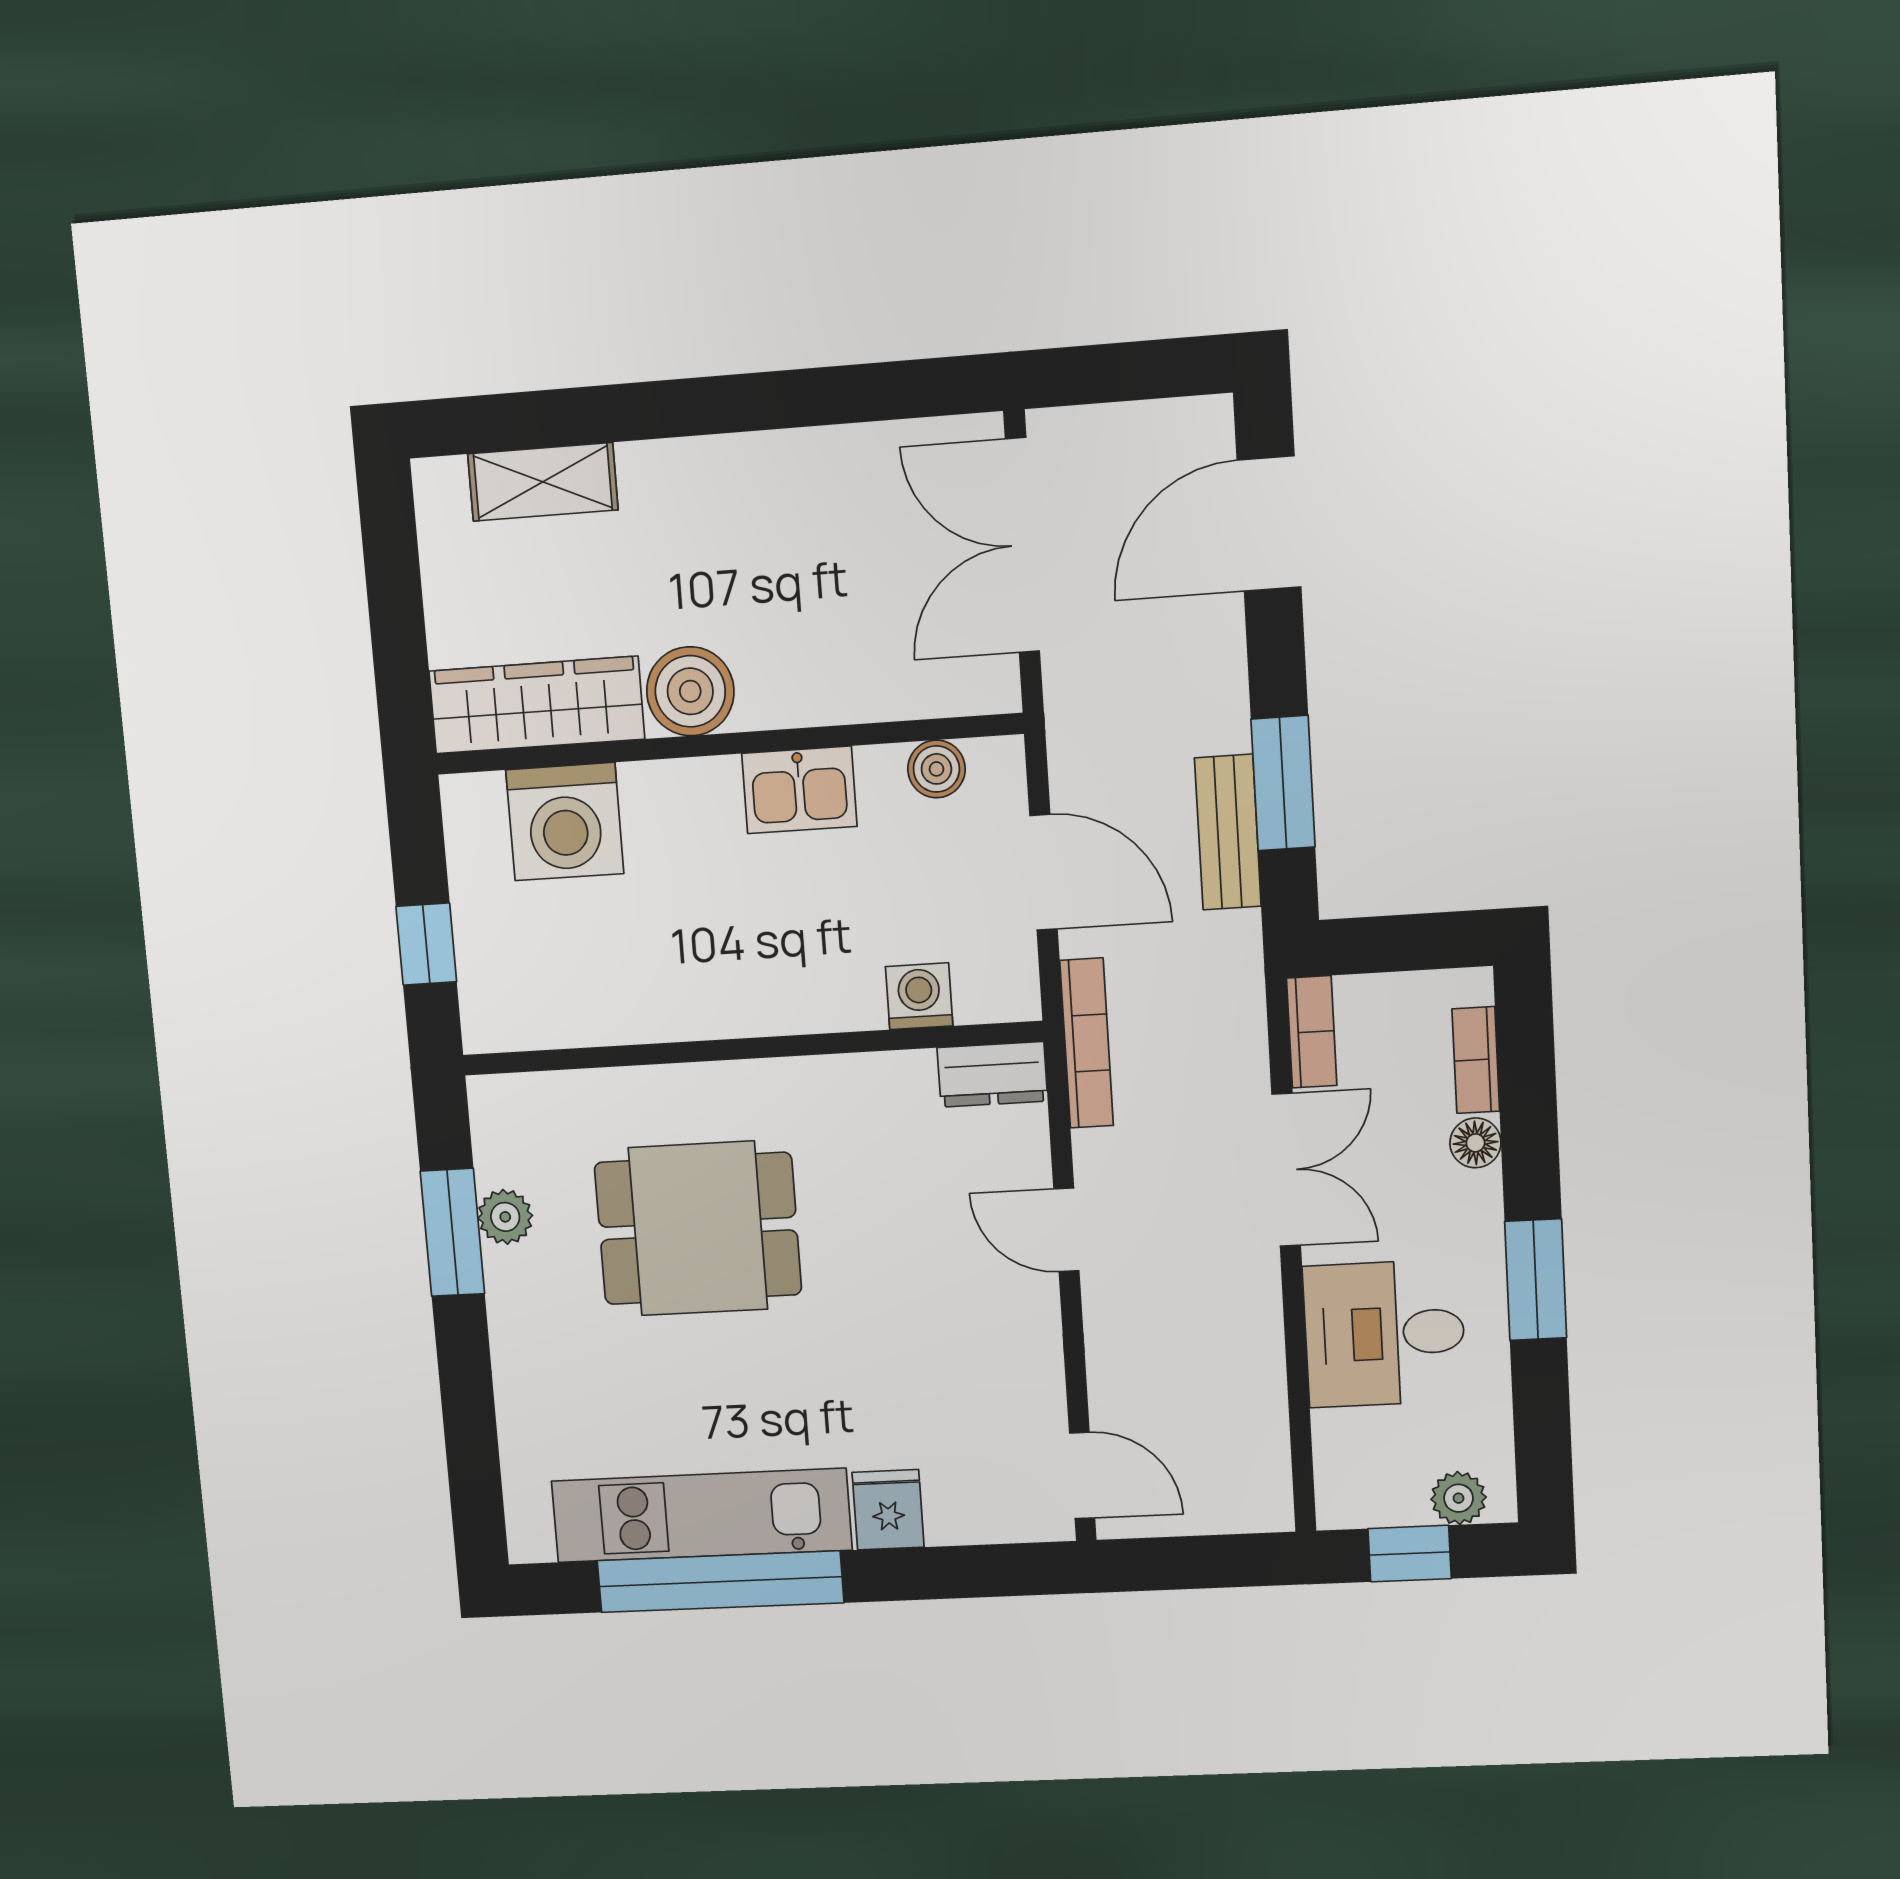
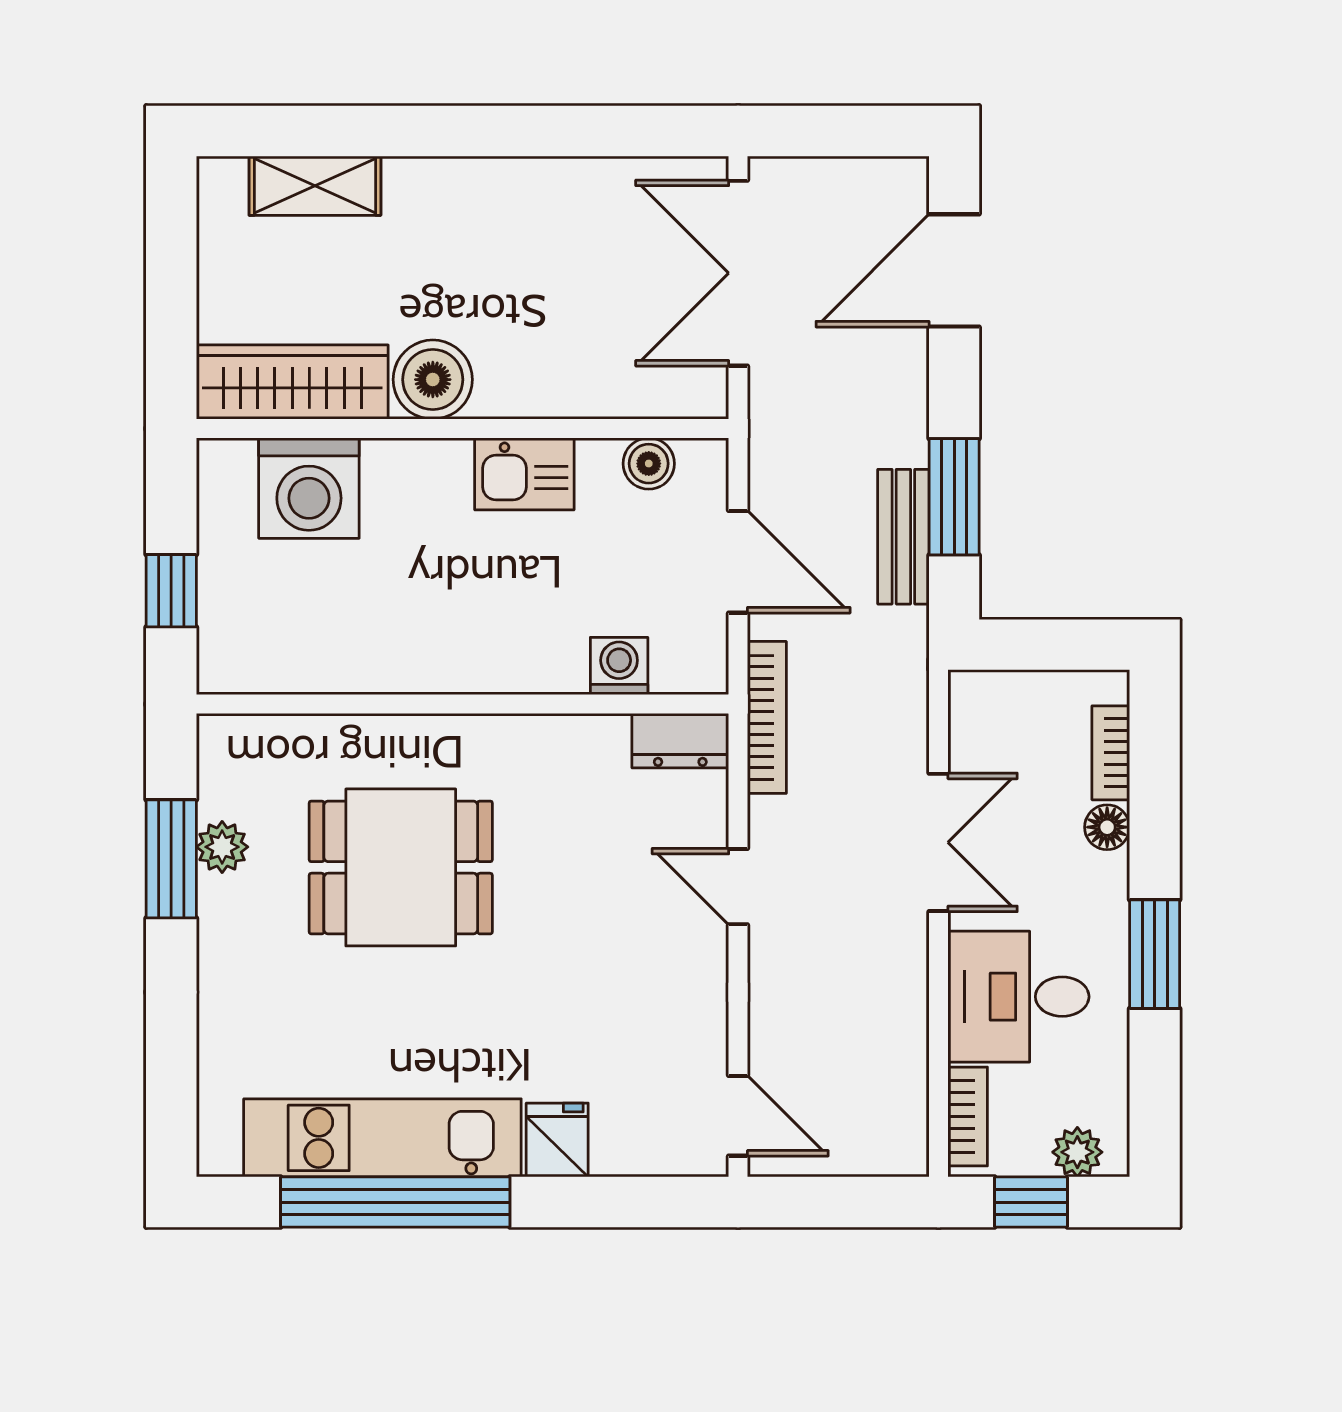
bookcase: (1312, 1032) -> (968, 1116), moved

